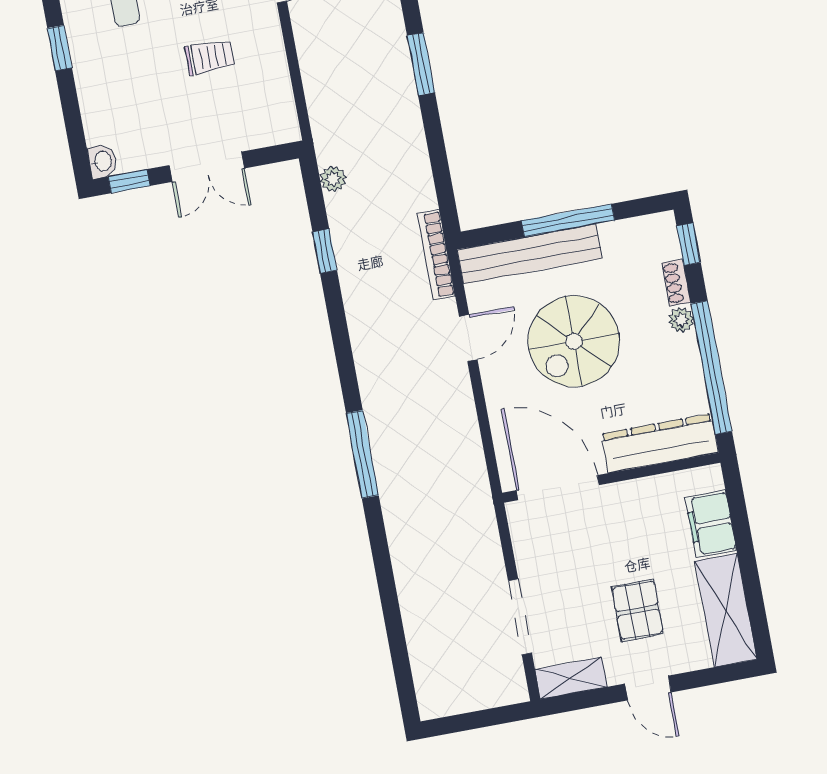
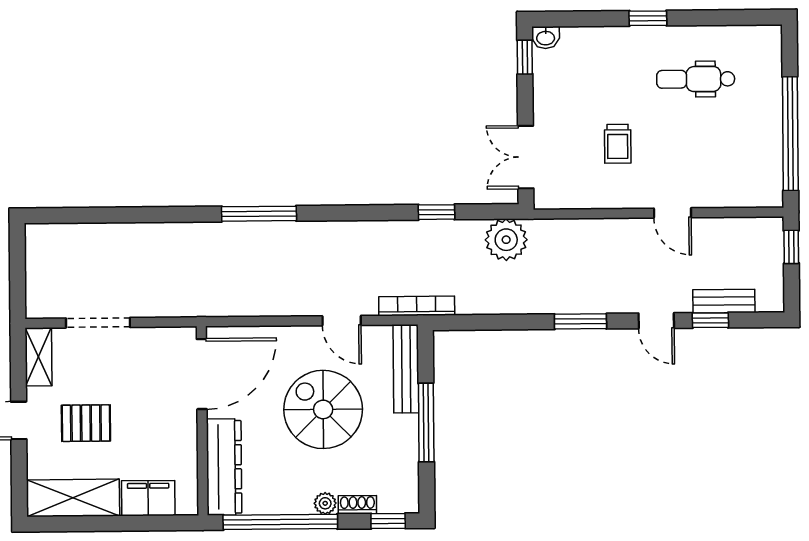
double door: (207, 167) -> (526, 157), moved
plant: (333, 179) -> (506, 240), width x1.88, depth x1.88
bench: (530, 254) -> (406, 369), width x0.73, depth x0.82

